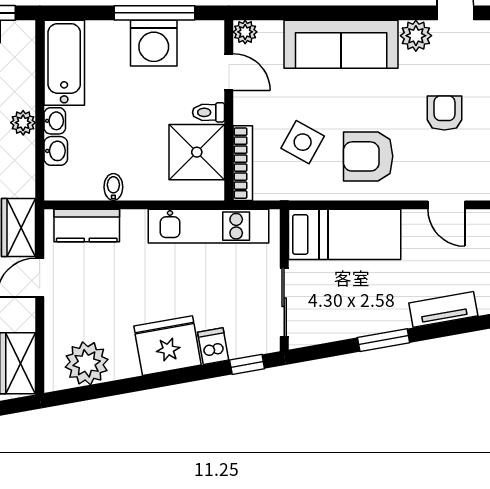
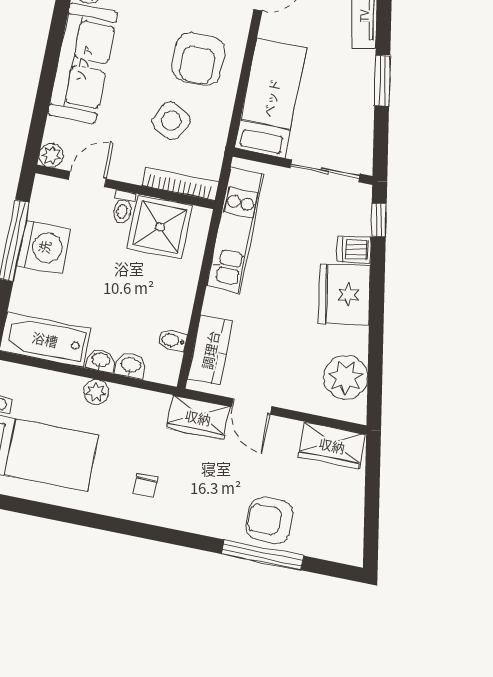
bidet: (113, 187) -> (172, 340), moved

